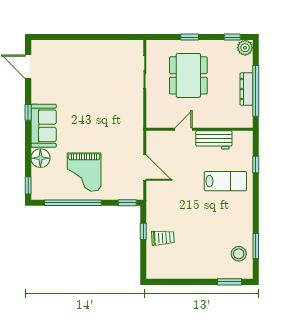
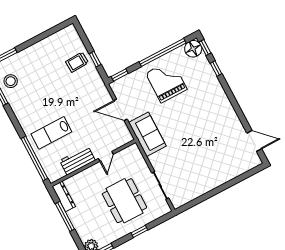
dresser: (246, 89) -> (64, 196), moved
window: (256, 91) -> (65, 216), width x0.68
window: (28, 112) -> (216, 68), moved
sofa: (44, 126) -> (147, 134), moved, turned 180
floor lamp: (40, 158) -> (193, 49), moved
window: (256, 164) -> (34, 159), width x3.17

